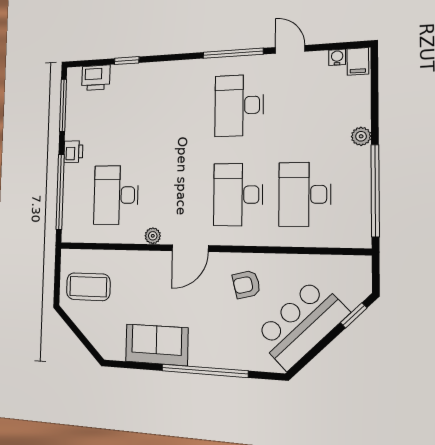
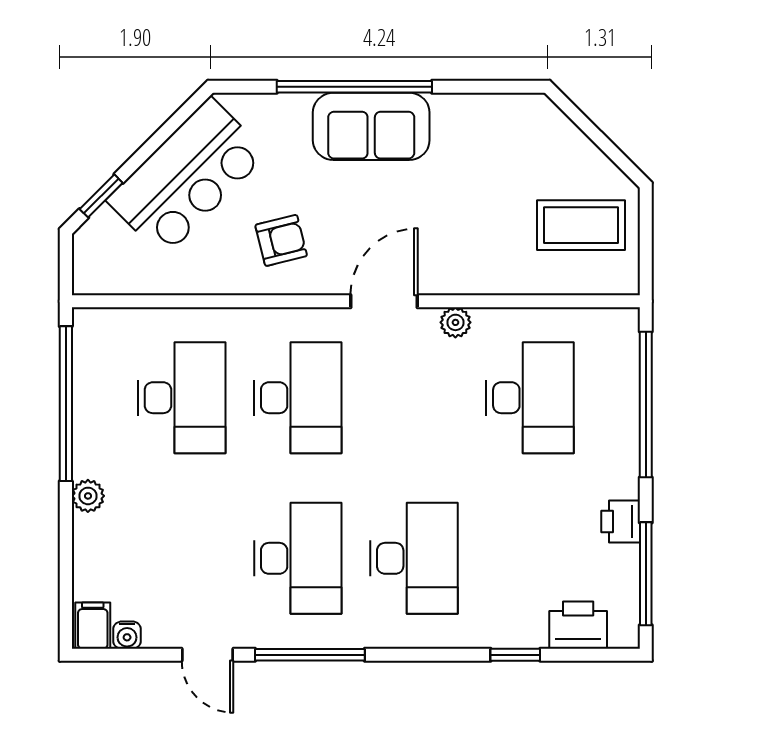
desk: (177, 108) -> (414, 558), added
printer: (73, 152) -> (621, 521), moved
sofa: (157, 345) -> (371, 126), moved

